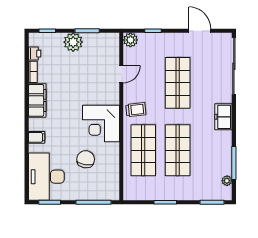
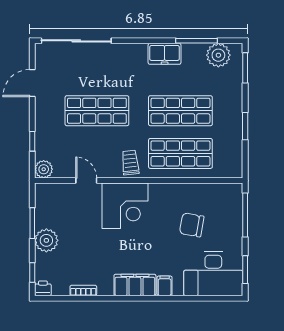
printer: (35, 54) -> (43, 288), moved
filing cabinet: (37, 100) -> (135, 285), moved
freezer: (223, 117) -> (165, 54), moved
corner desk: (101, 124) -> (125, 206), moved
plant: (227, 181) -> (218, 55), width x1.88, depth x1.88

